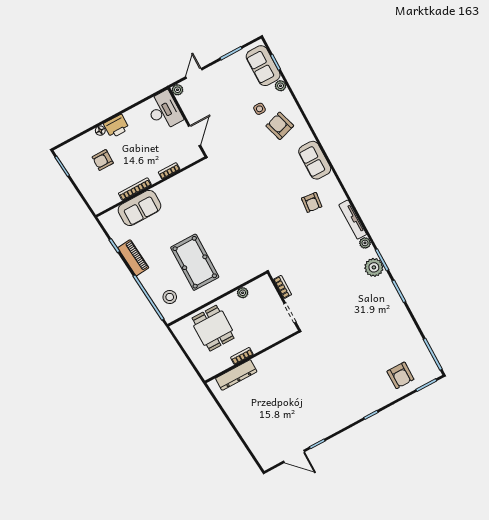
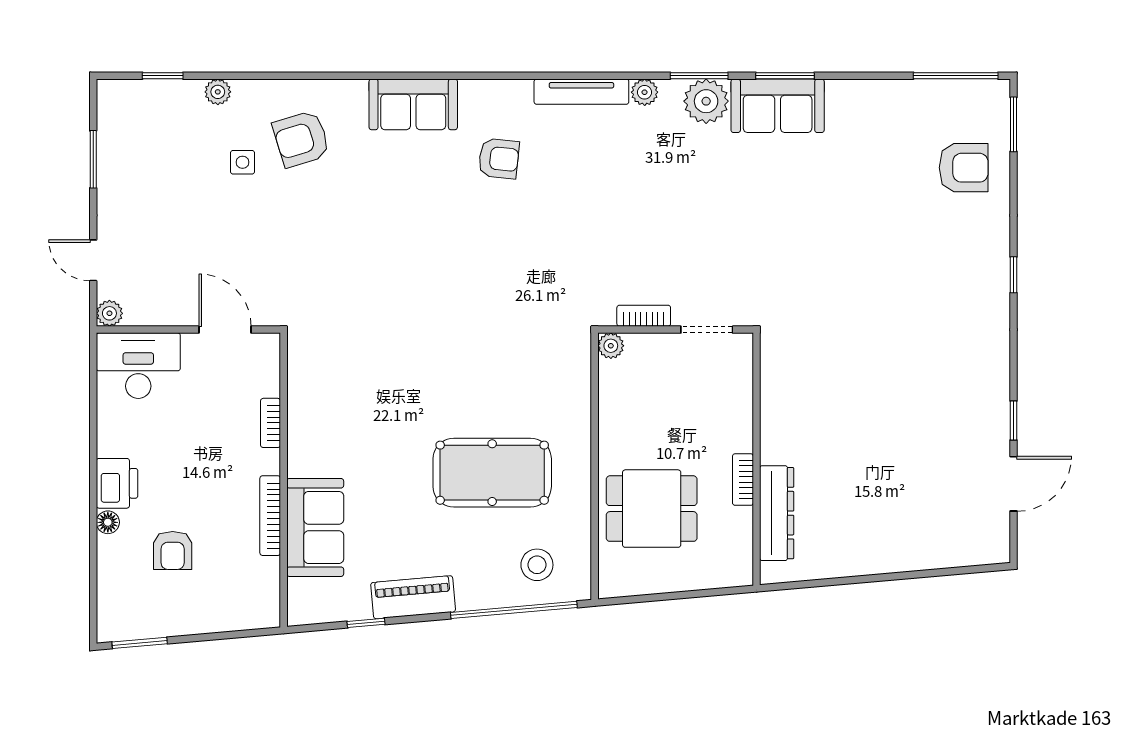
sofa: (263, 66) -> (778, 106), moved
plant: (243, 293) -> (611, 346), moved

